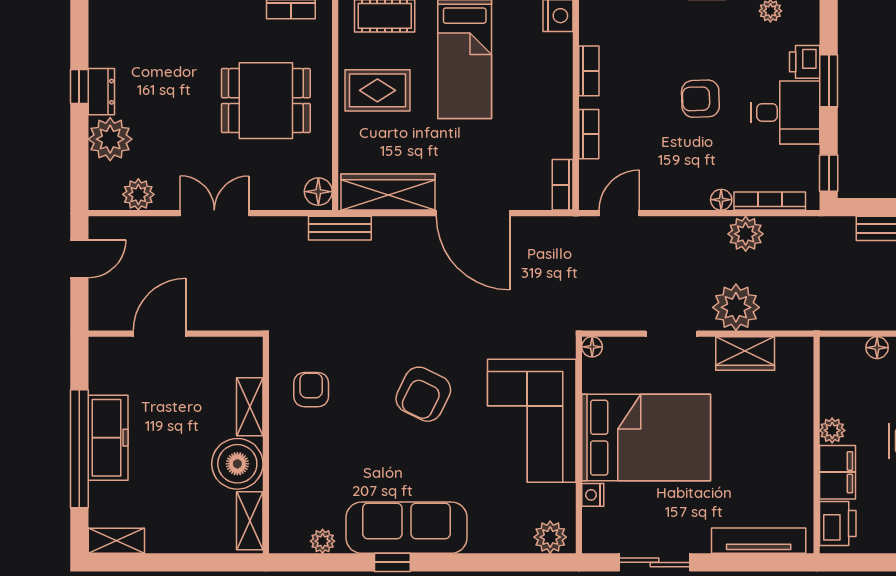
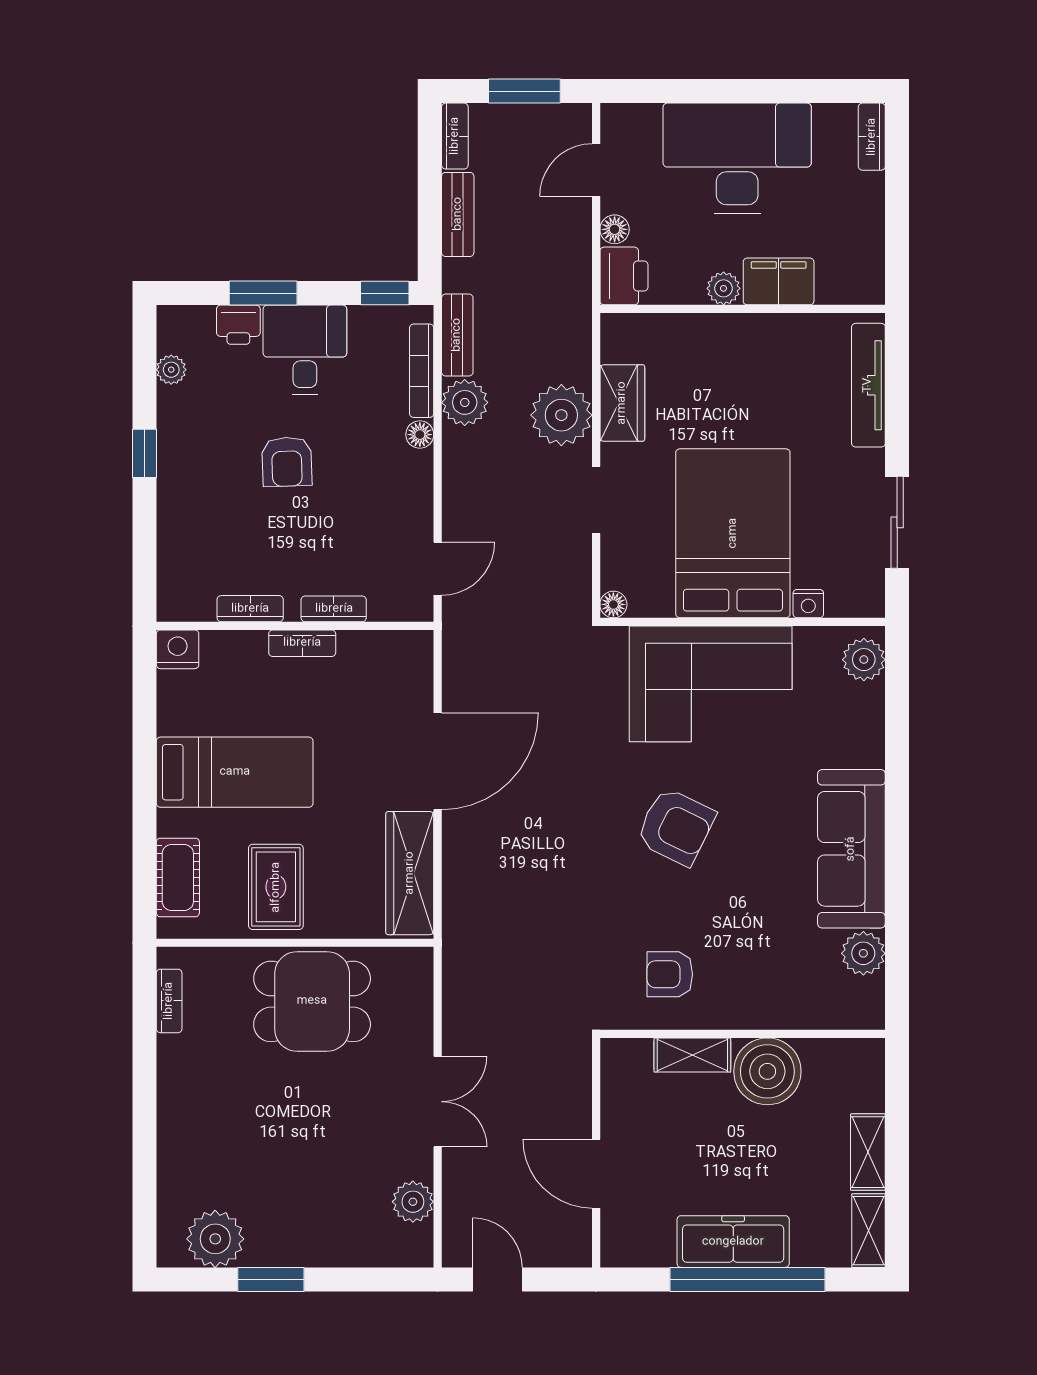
window: (79, 87) -> (271, 1279), width x1.50
dresser: (101, 92) -> (278, 1250), removed
dining table: (266, 101) -> (312, 1001), moved, turned 90
plant: (110, 139) -> (215, 1239), moved
bookcase: (563, 185) -> (302, 643), moved
floor lamp: (318, 192) -> (409, 965), removed
double door: (214, 213) -> (438, 1102), swing flipped
door: (619, 213) -> (438, 569), swing flipped
bench: (340, 228) -> (457, 335), moved
shelving: (250, 521) -> (868, 1152), moved, turned 90
printer: (838, 523) -> (624, 276), moved, turned 90
plant: (323, 541) -> (863, 953), width x1.38, depth x1.38
window: (392, 562) -> (897, 867), removed

